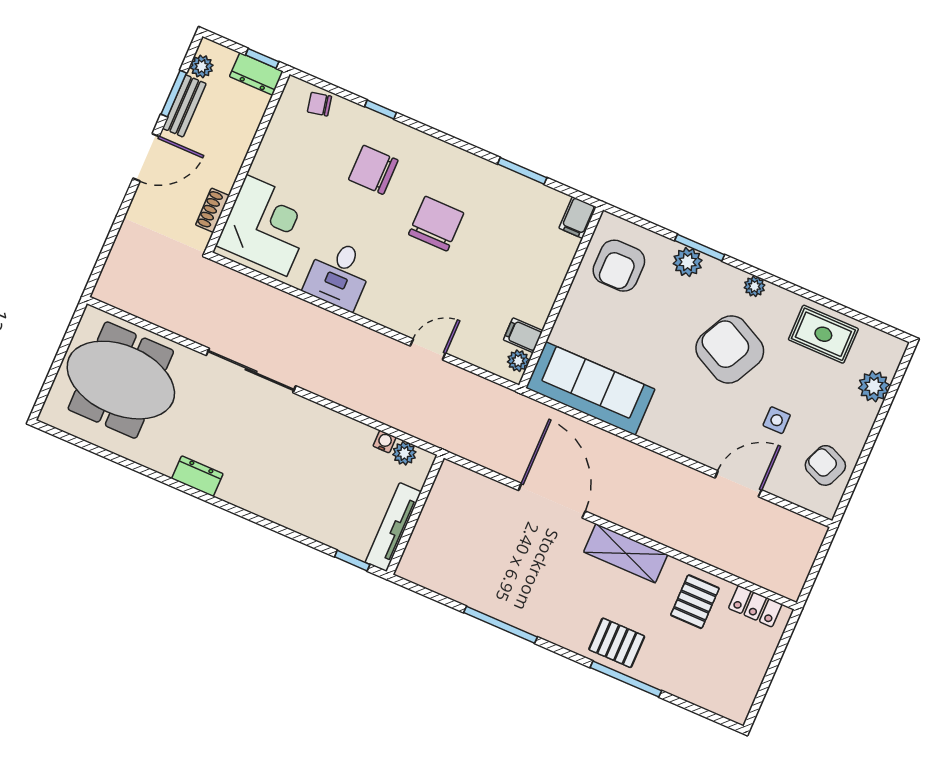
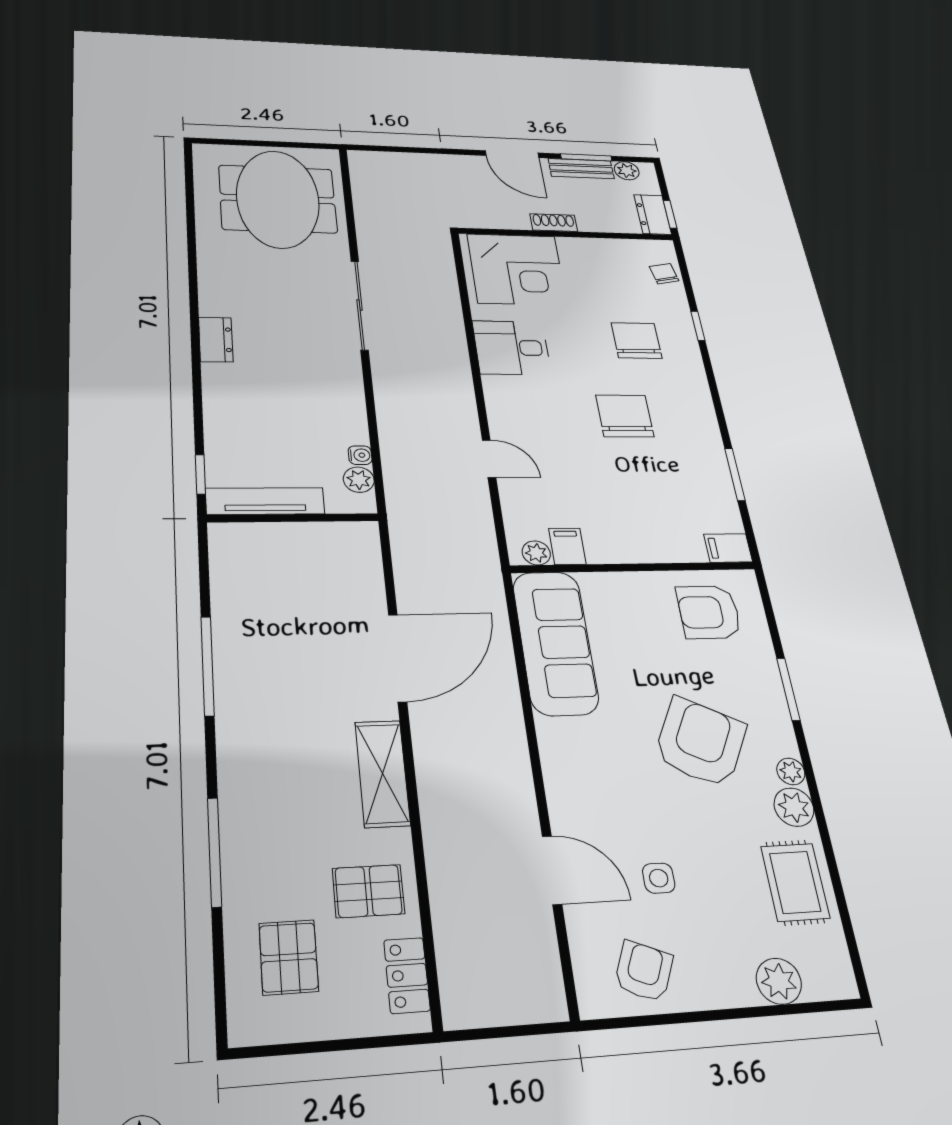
shoe rack: (212, 210) -> (554, 223), moved
chair: (436, 224) -> (625, 416), turned -90
plant: (688, 262) -> (794, 807), moved
armchair: (730, 349) -> (700, 742), moved
dresser: (197, 476) -> (216, 340), moved
pallet: (617, 643) -> (289, 957), moved

